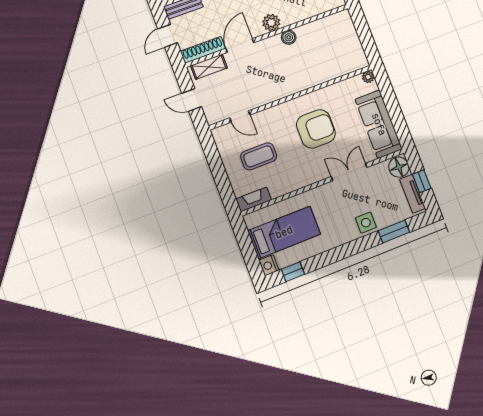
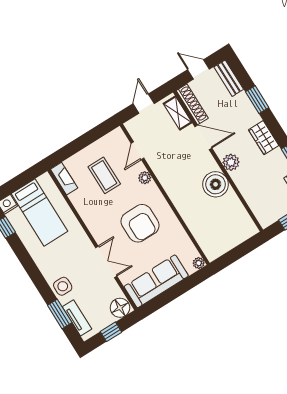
boiler: (289, 37) -> (216, 184), width x1.86, depth x1.86
plant: (270, 114) -> (145, 178), added
tv unit: (413, 194) -> (77, 318), moved, turned 90

